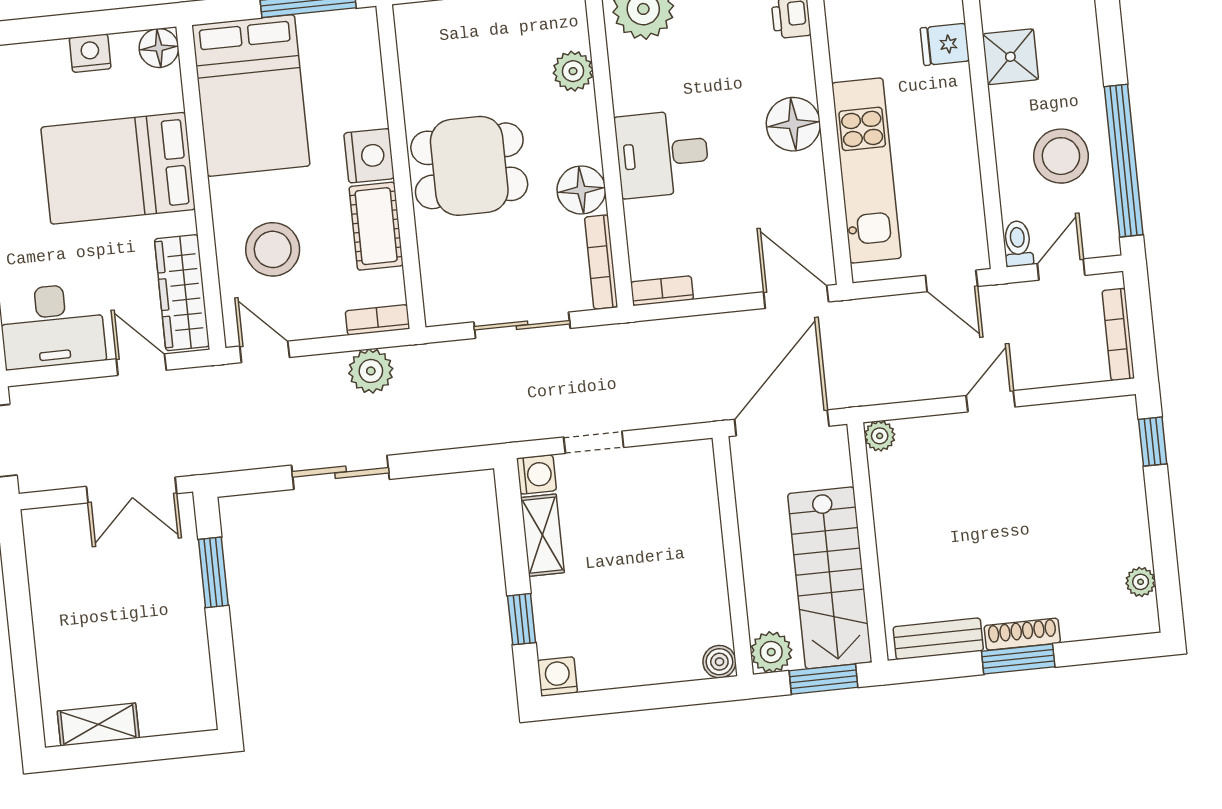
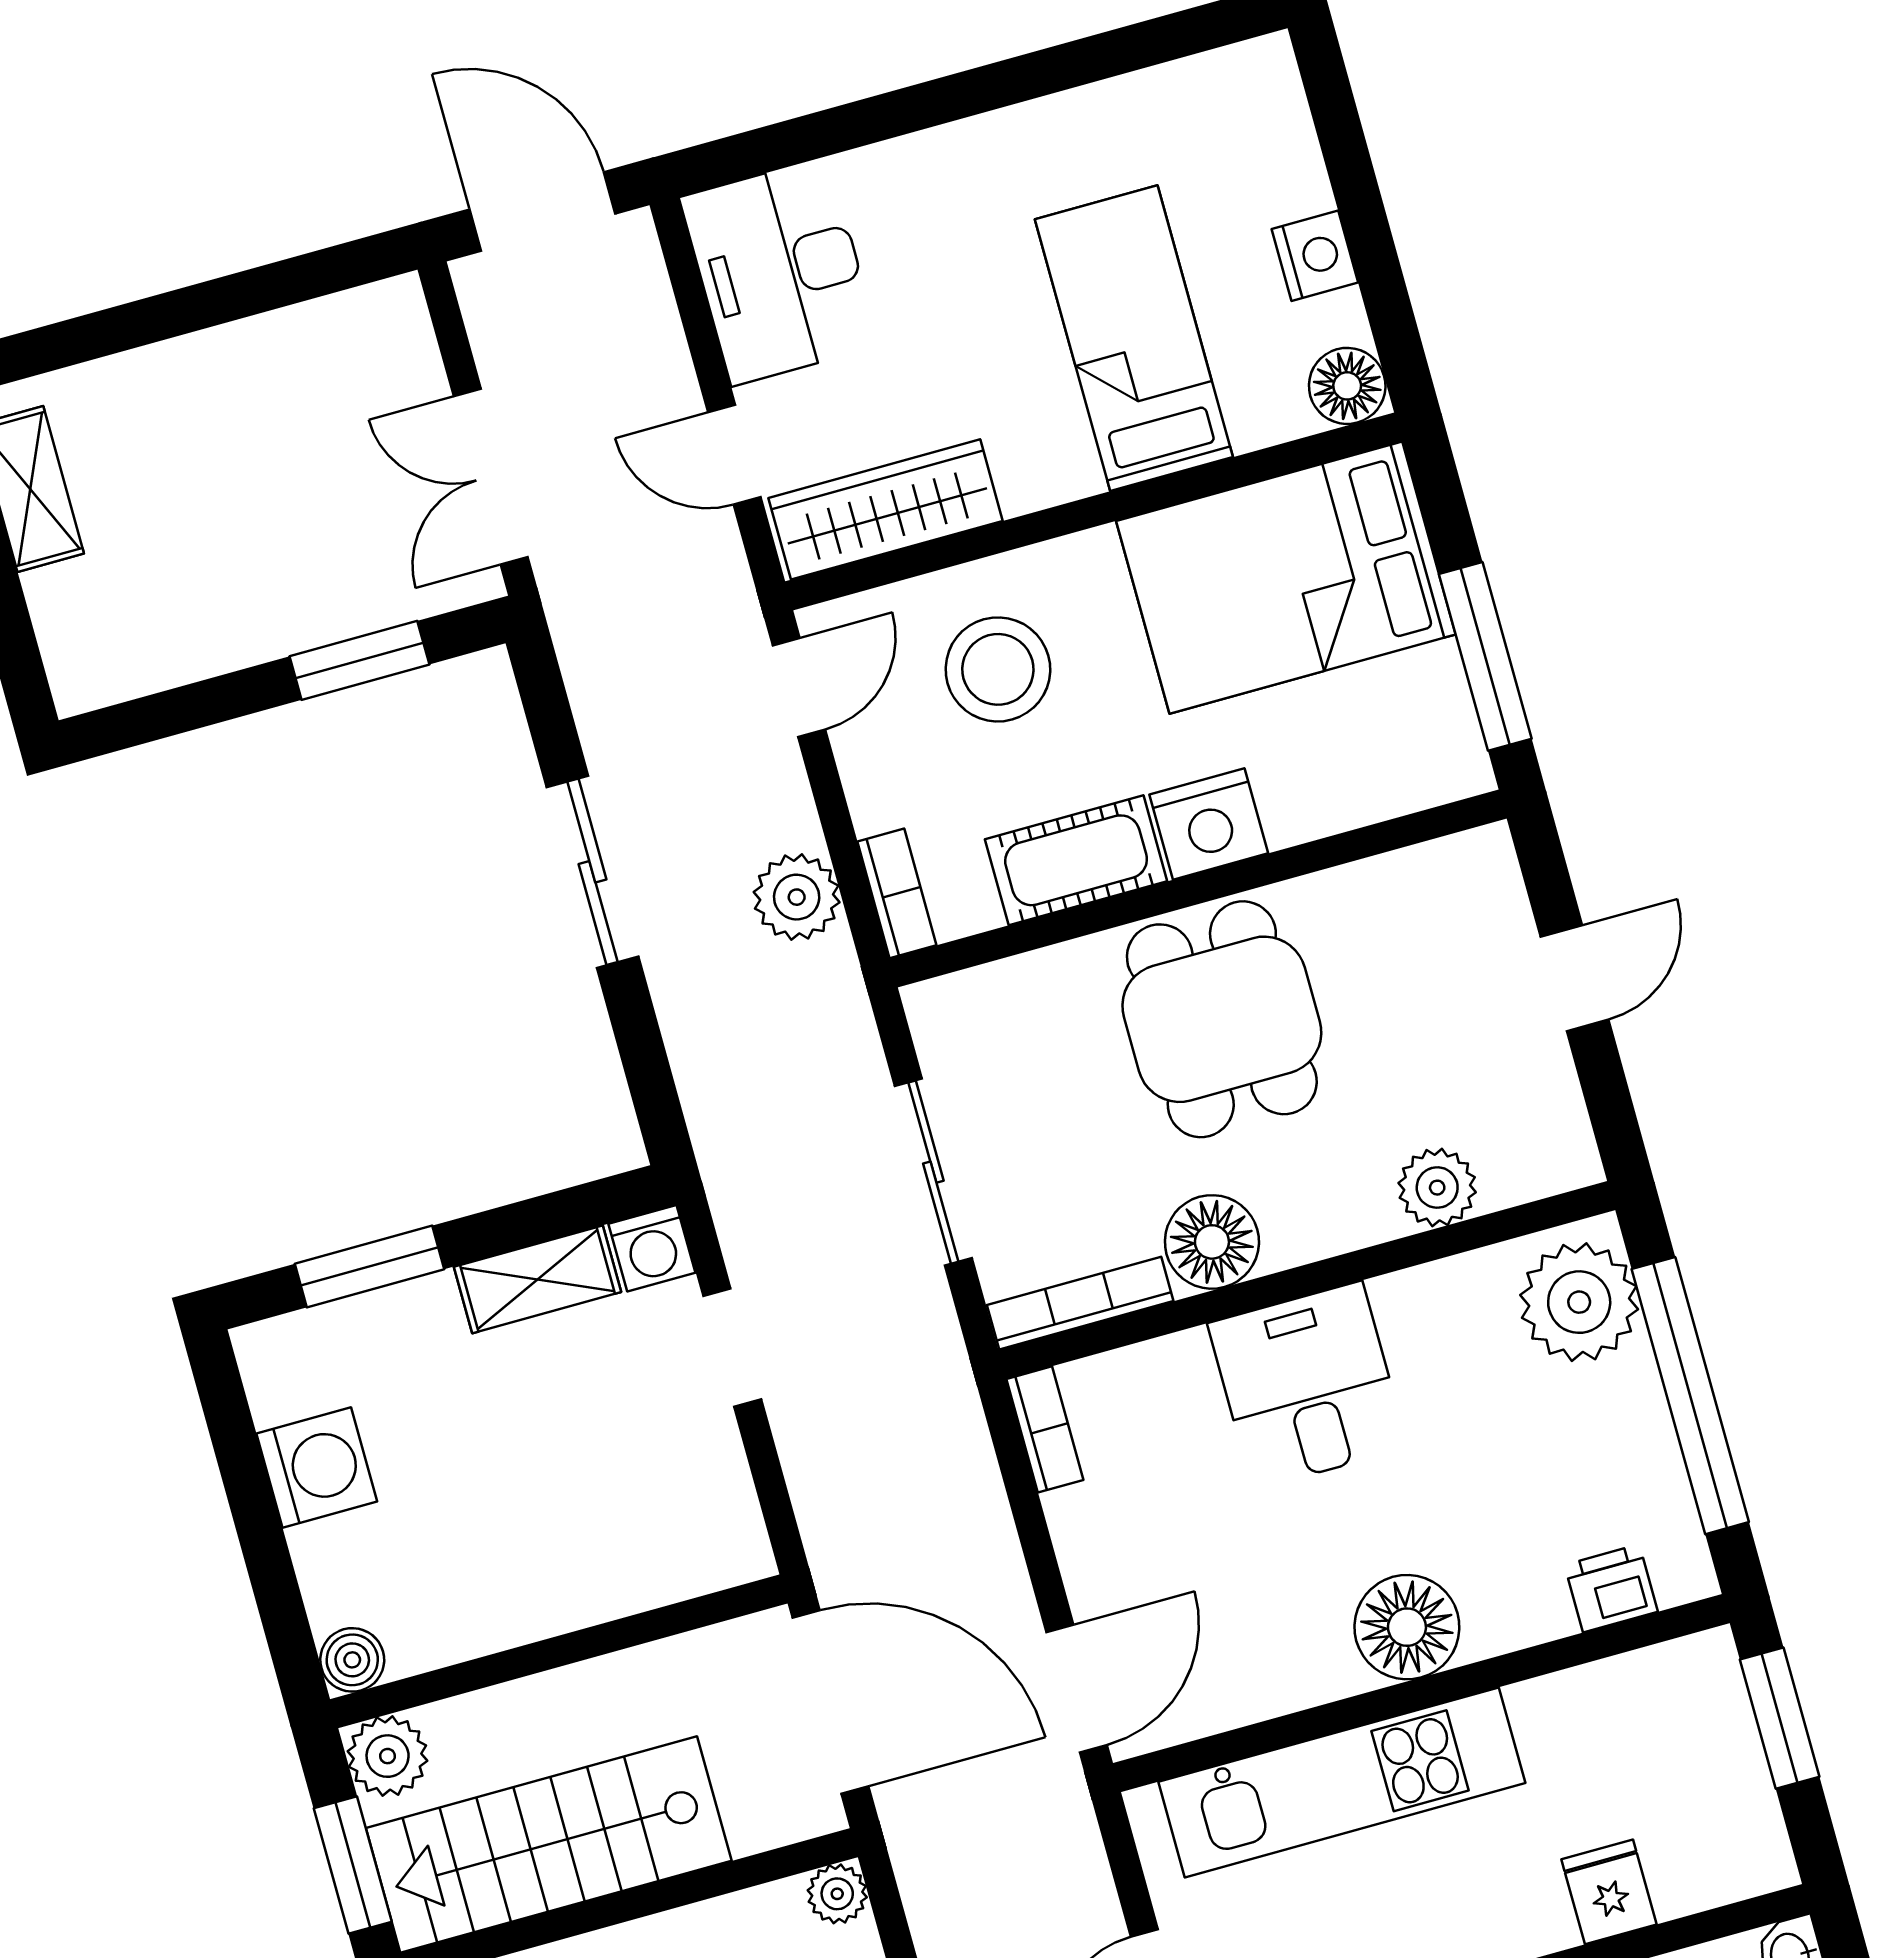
bed: (118, 168) -> (1134, 338), width x0.67
door: (141, 365) -> (734, 455), swing flipped
window: (522, 619) -> (370, 1267), width x1.50
washing machine: (558, 676) -> (317, 1468), moved, width x1.38, depth x1.38

